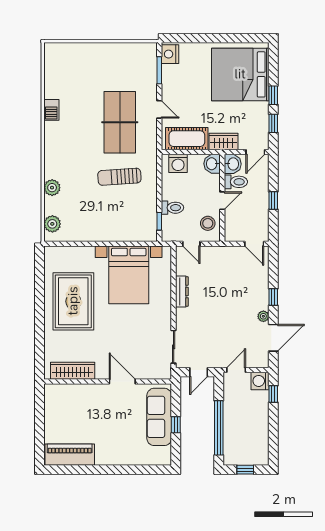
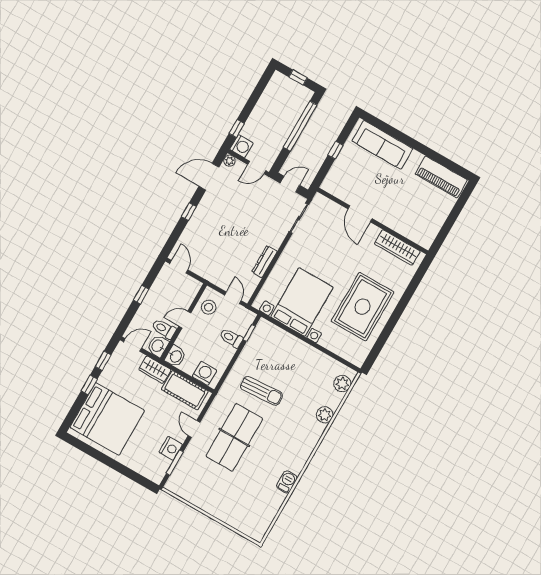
nightstand: (170, 54) -> (171, 448), moved
plant: (263, 316) -> (229, 161), moved
sofa: (159, 417) -> (382, 145), moved, turned 90

